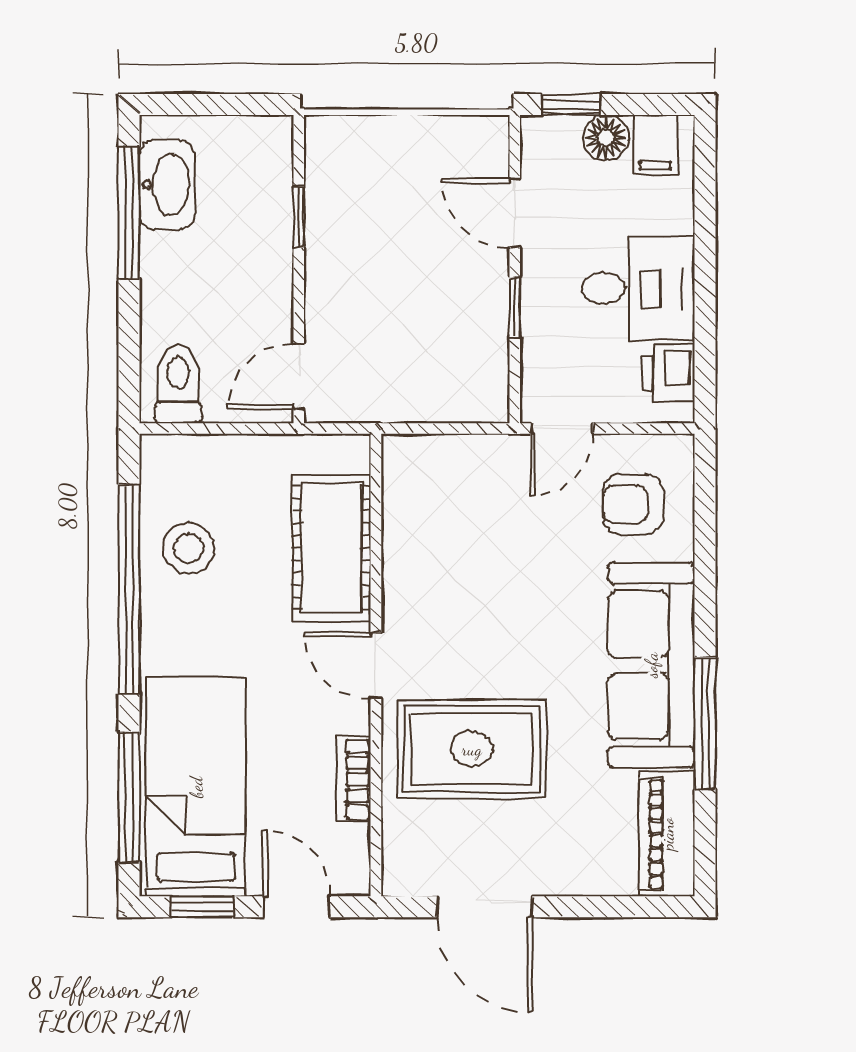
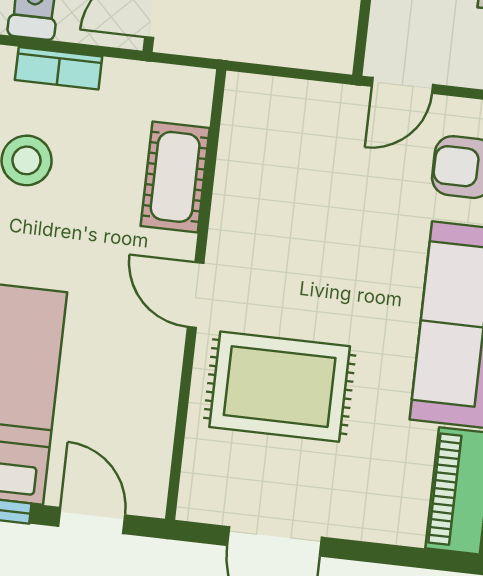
cot: (331, 548) -> (175, 177), width x0.73, depth x0.75
bookcase: (354, 779) -> (59, 68), moved, turned -90

